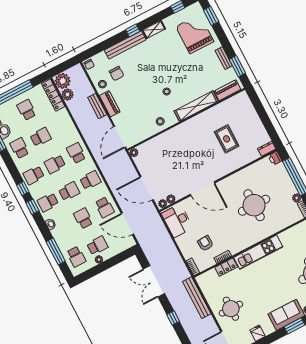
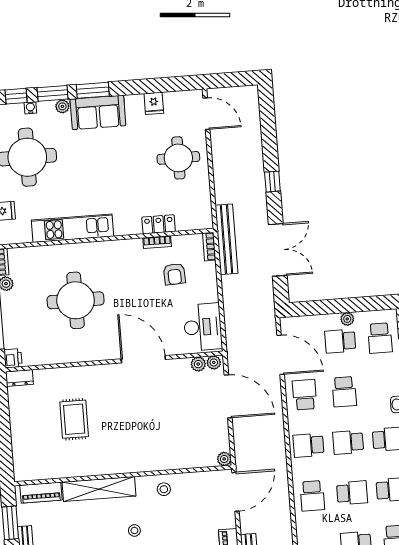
kitchen unit: (258, 252) -> (73, 228), moved
school desk: (76, 257) -> (380, 338), turned 180
bench: (197, 298) -> (226, 239), moved

